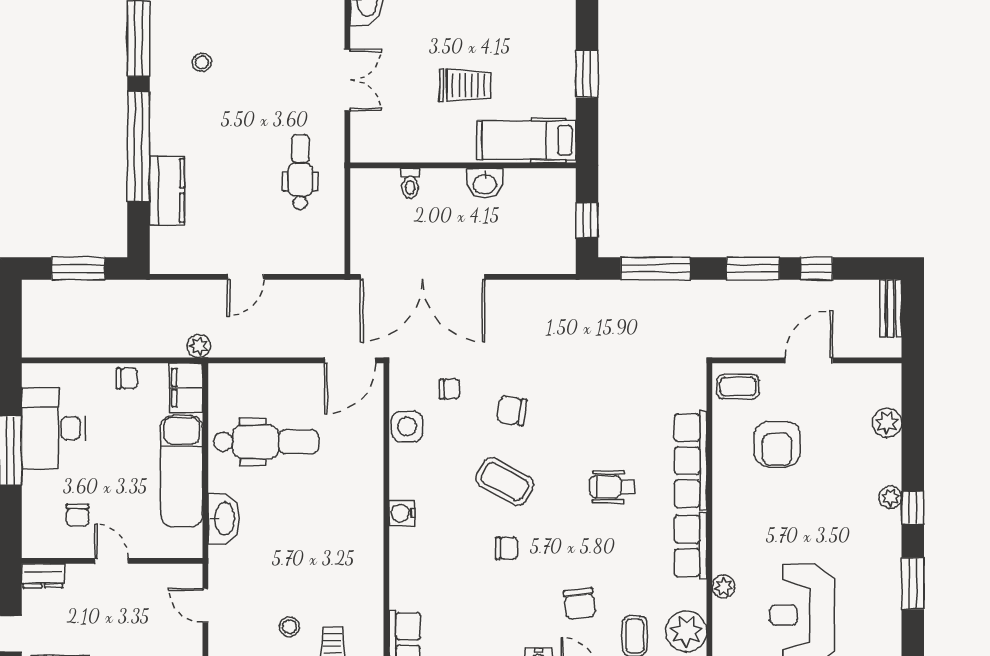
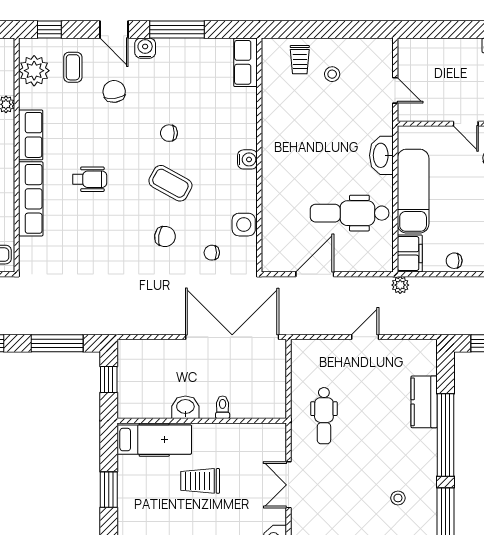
toilet: (410, 183) -> (223, 407), moved
door: (350, 360) -> (315, 274), moved

